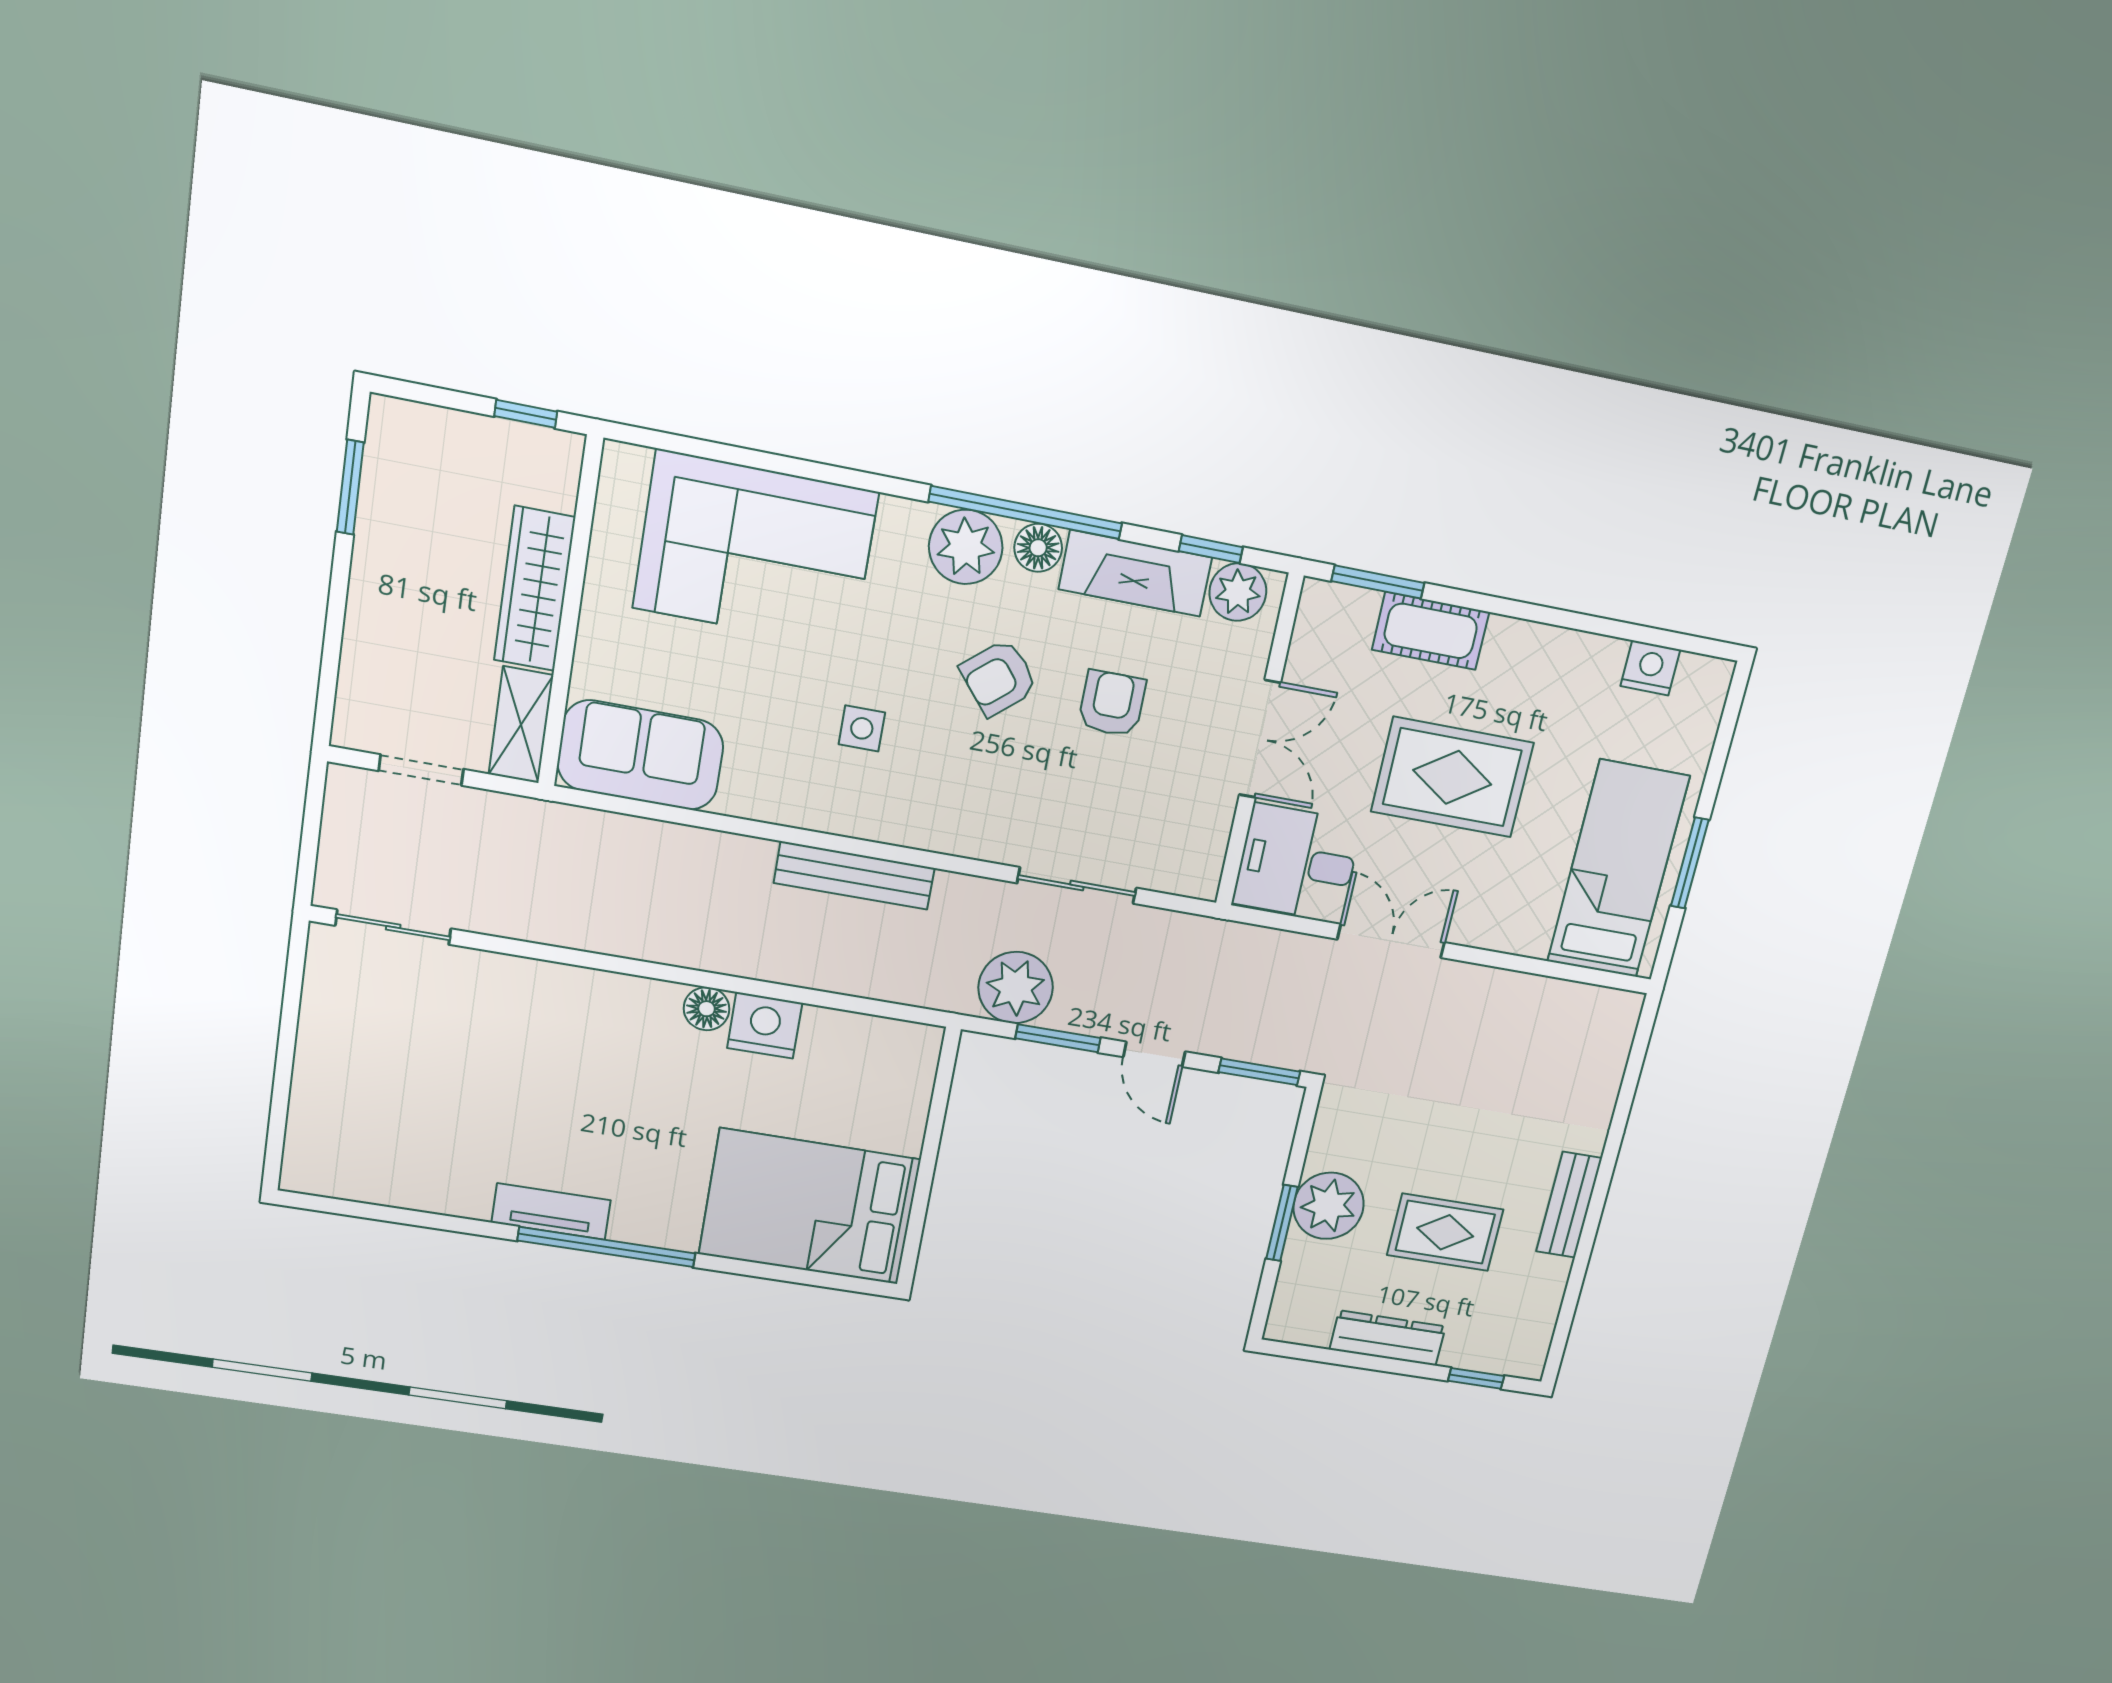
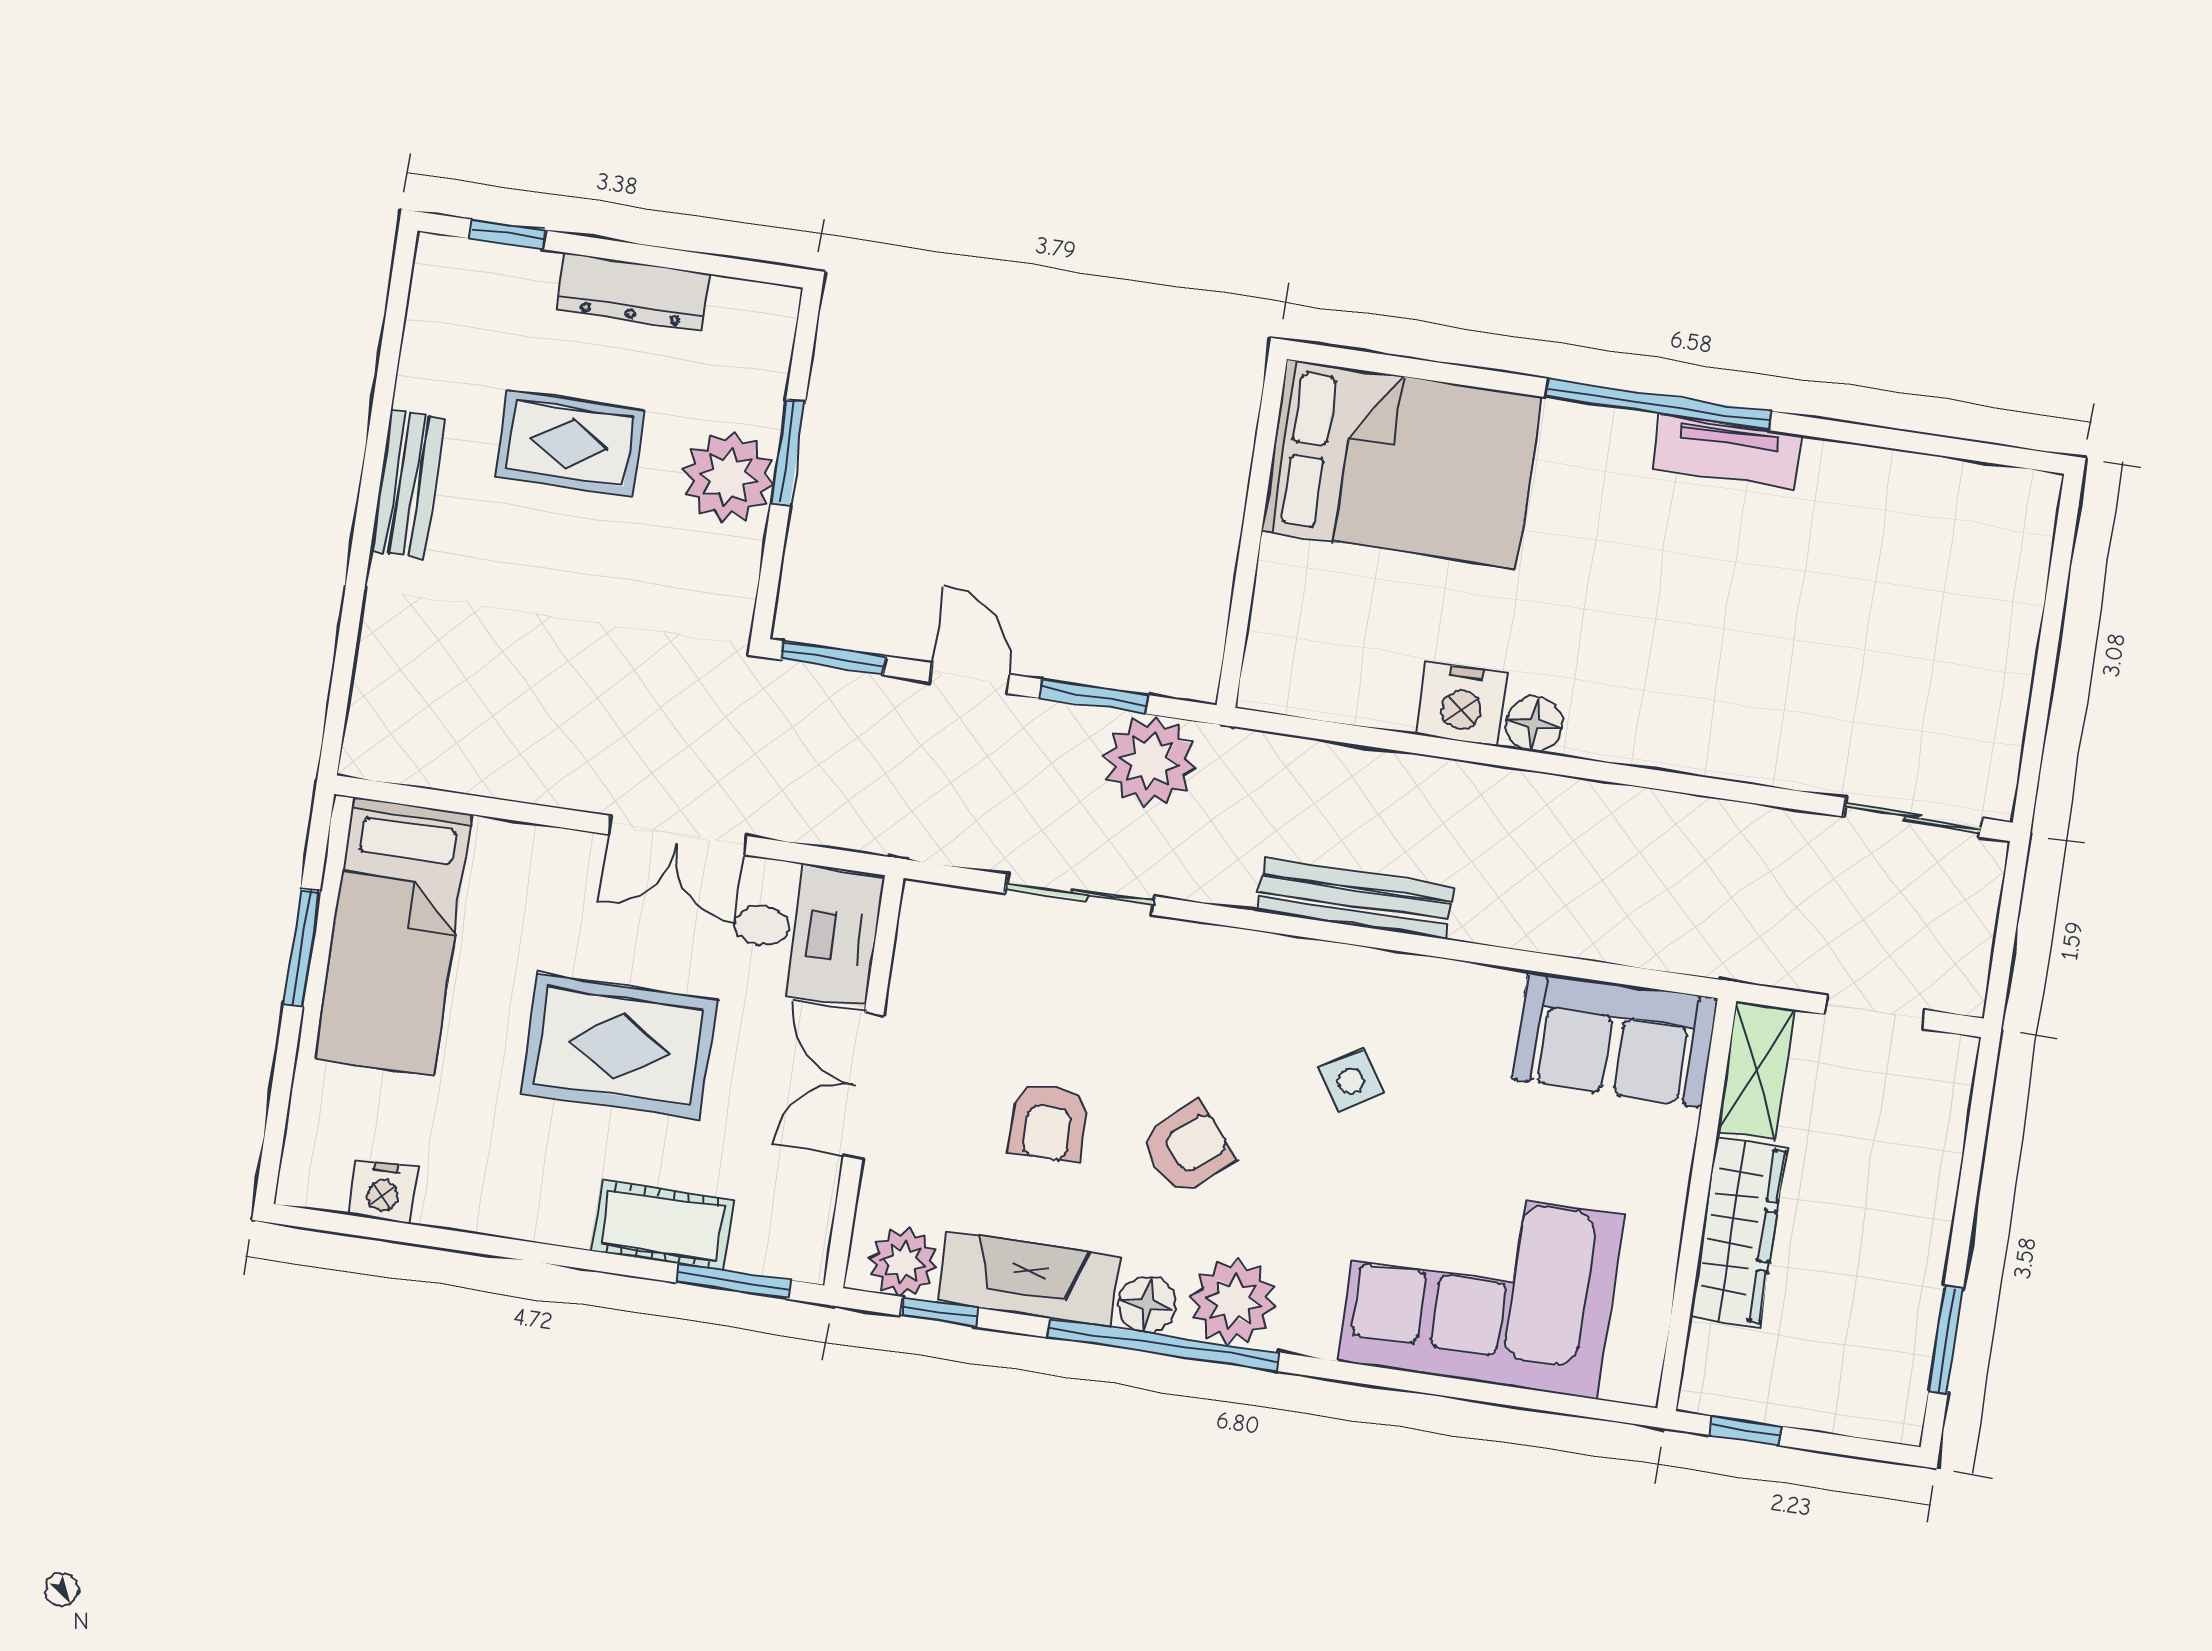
side table: (862, 728) -> (1351, 1081), turned -31

